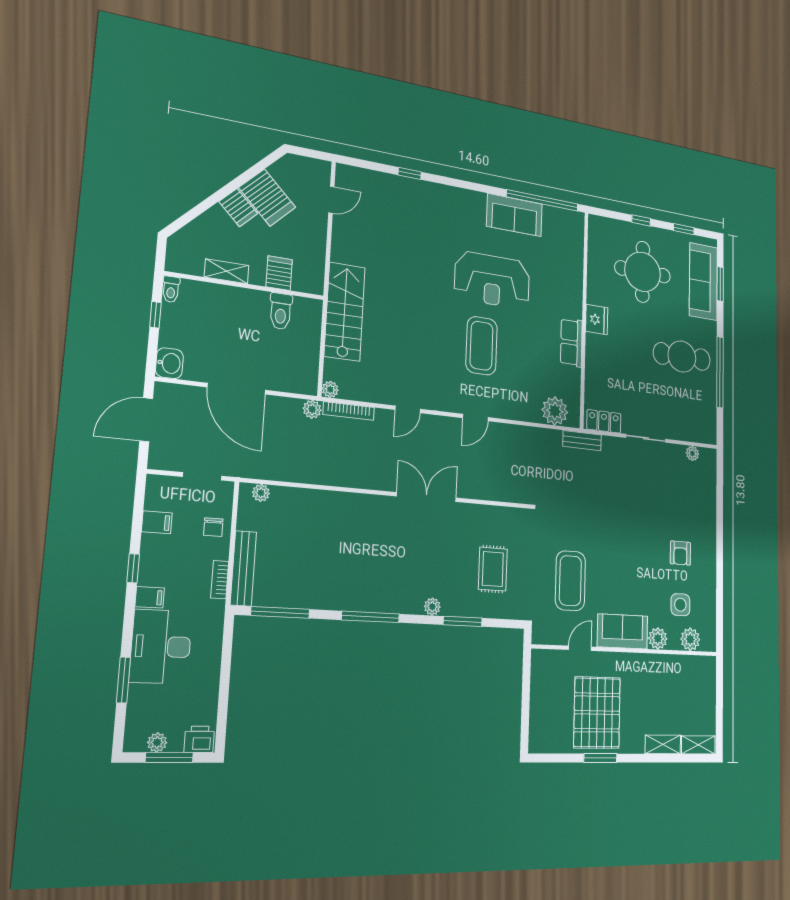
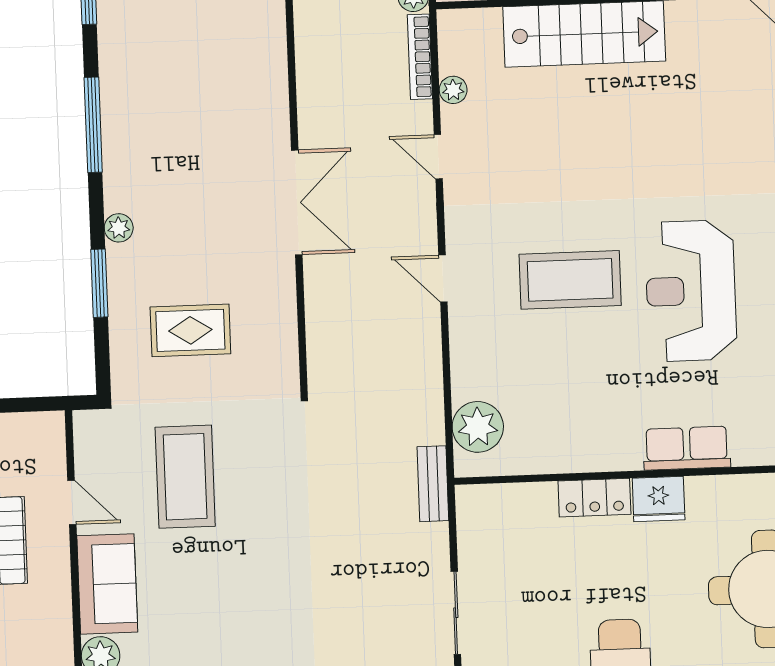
row of seats: (571, 342) -> (687, 448), moved
plant: (330, 389) -> (453, 90), moved
locker: (604, 421) -> (594, 498), moved, turned 90
coffee table: (570, 581) -> (185, 477), turned 90

